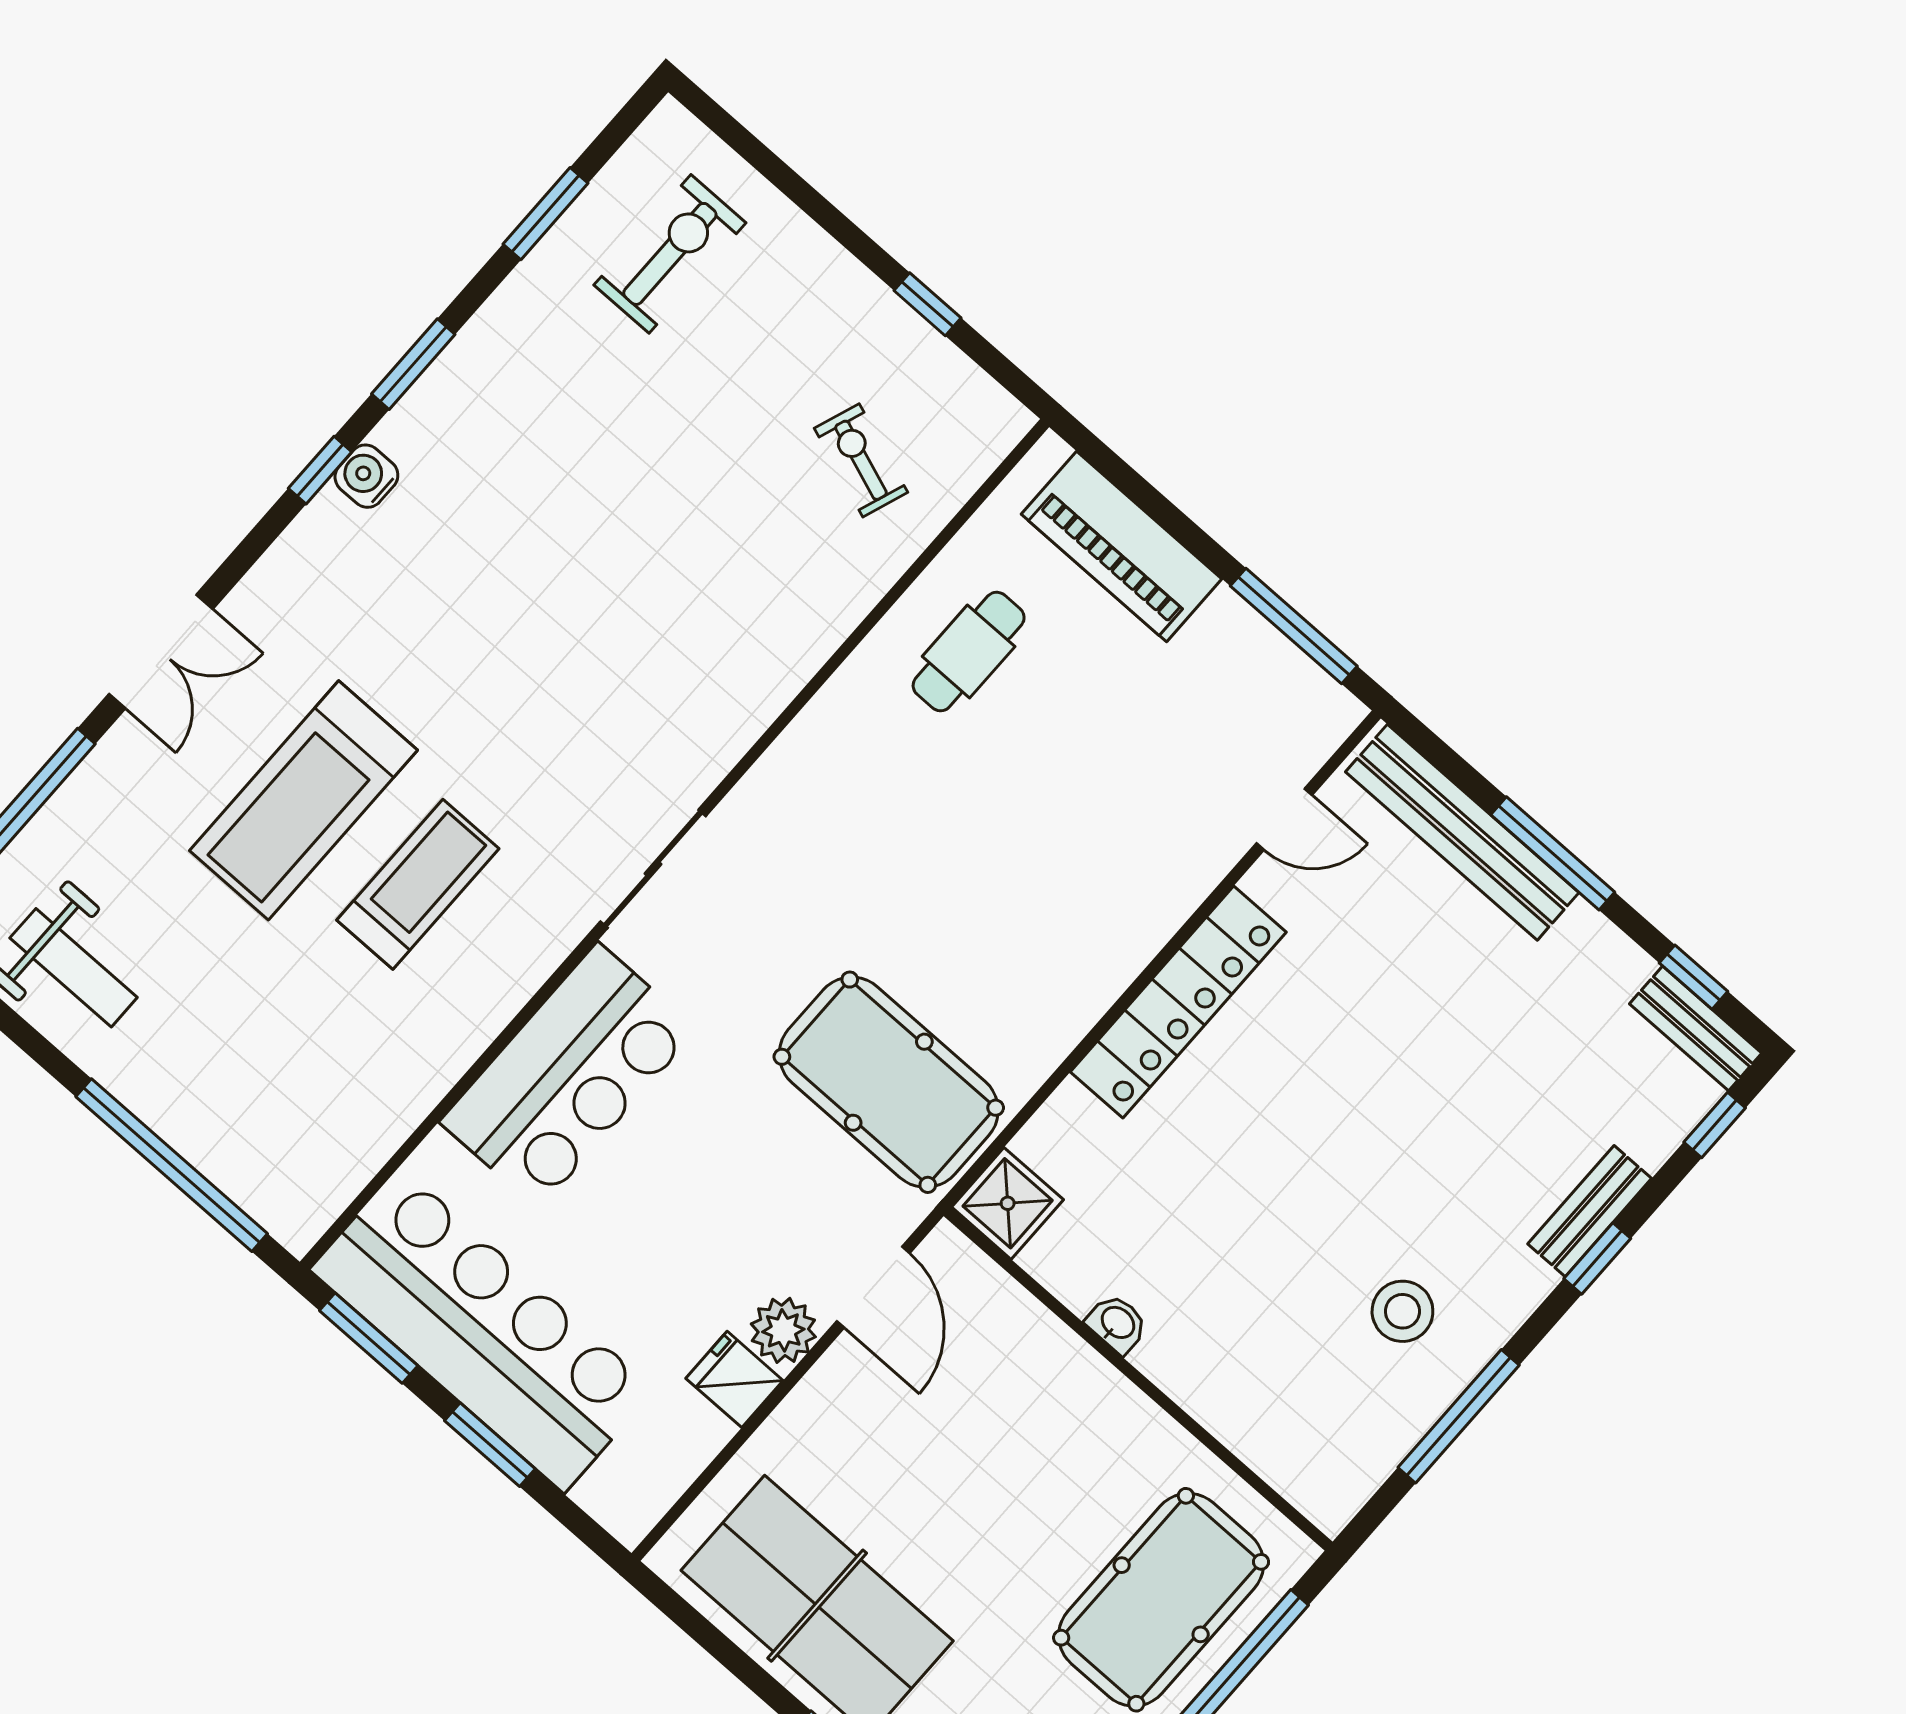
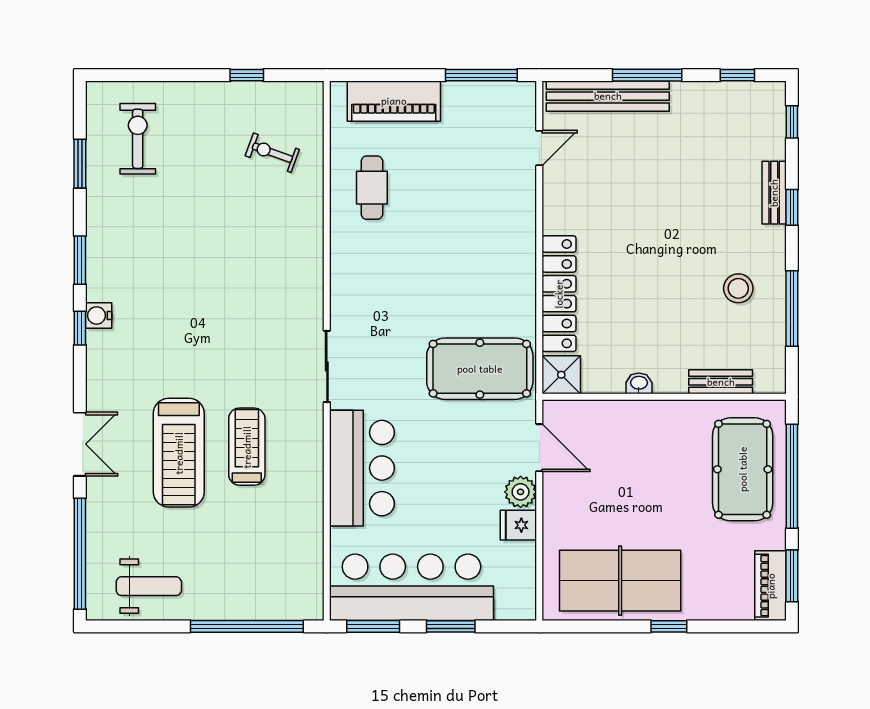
locker: (1178, 1002) -> (559, 294), moved
bench: (1696, 1028) -> (721, 382), moved

